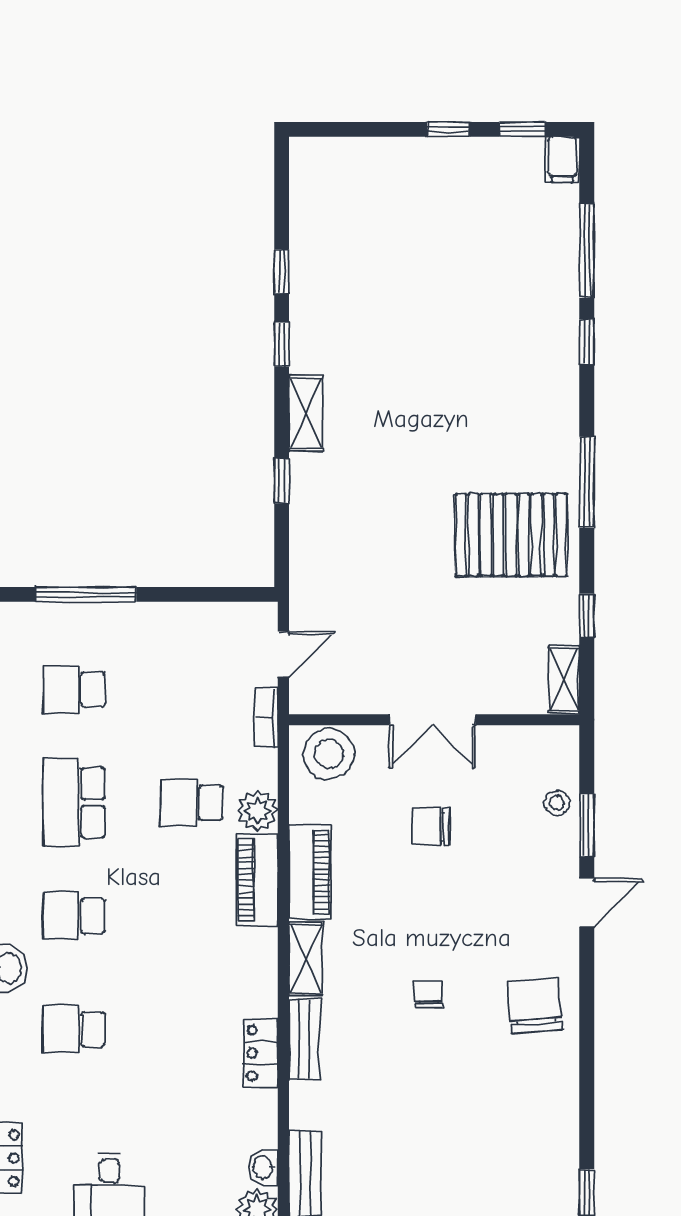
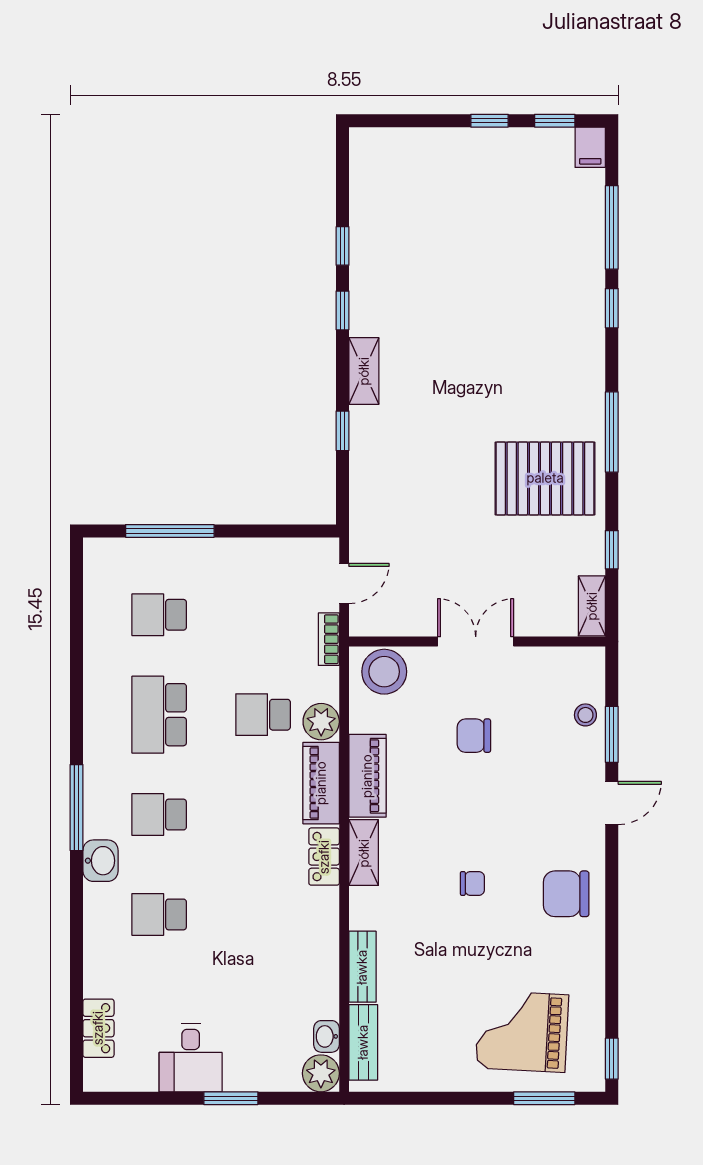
double door: (432, 720) -> (476, 641), swing flipped
chair: (429, 994) -> (472, 883), turned 90
chair: (535, 1006) -> (566, 894), turned -85
bench: (304, 1039) -> (362, 967), moved
locker: (261, 1053) -> (324, 857), moved
grand piano: (485, 1162) -> (522, 1031), added

